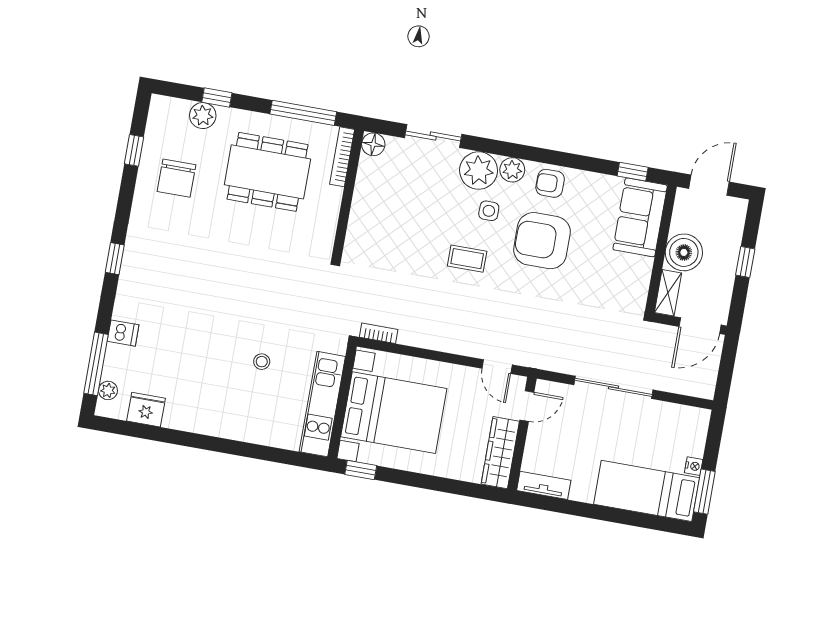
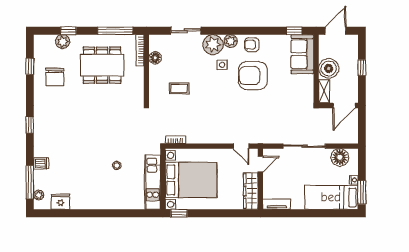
floor lamp: (373, 144) -> (155, 58), moved
coffee table: (467, 259) -> (179, 88), moved
floor lamp: (675, 420) -> (340, 157), added

